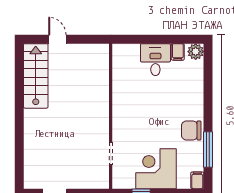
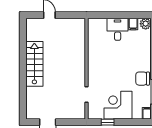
stairs: (36, 76) -> (34, 64), moved

